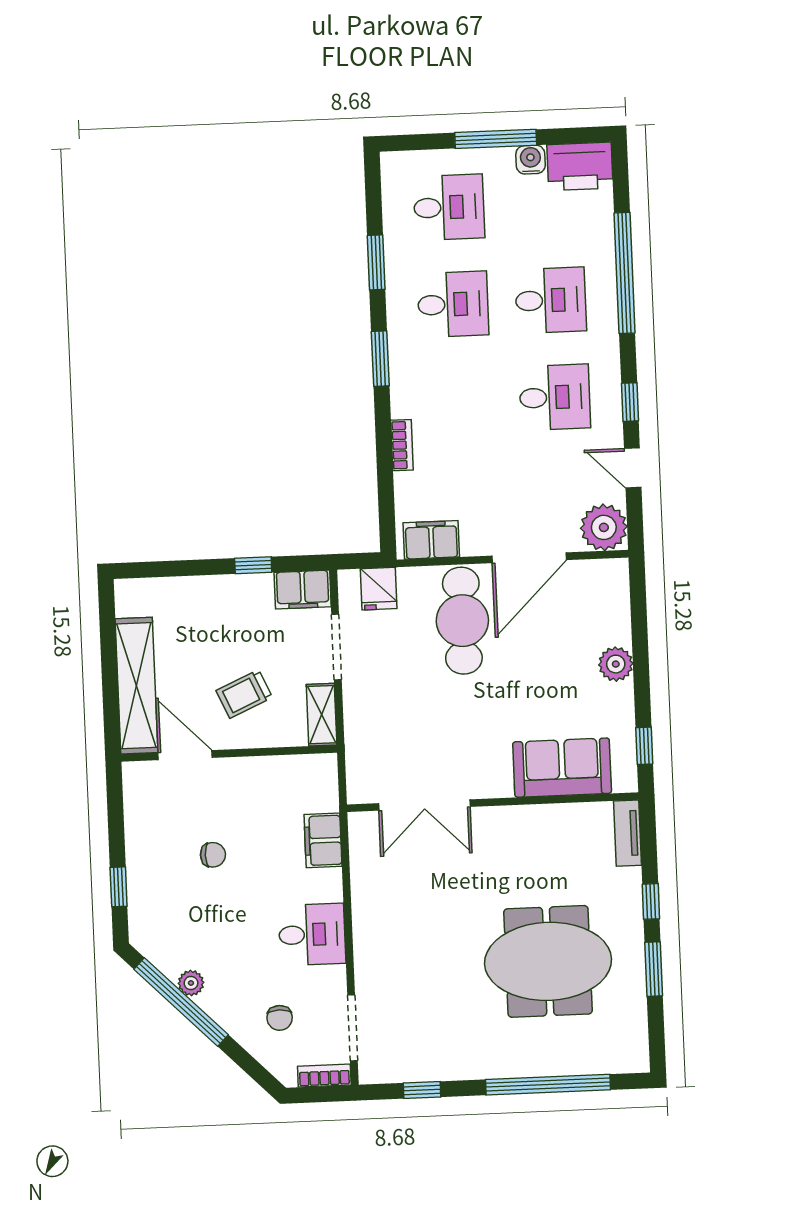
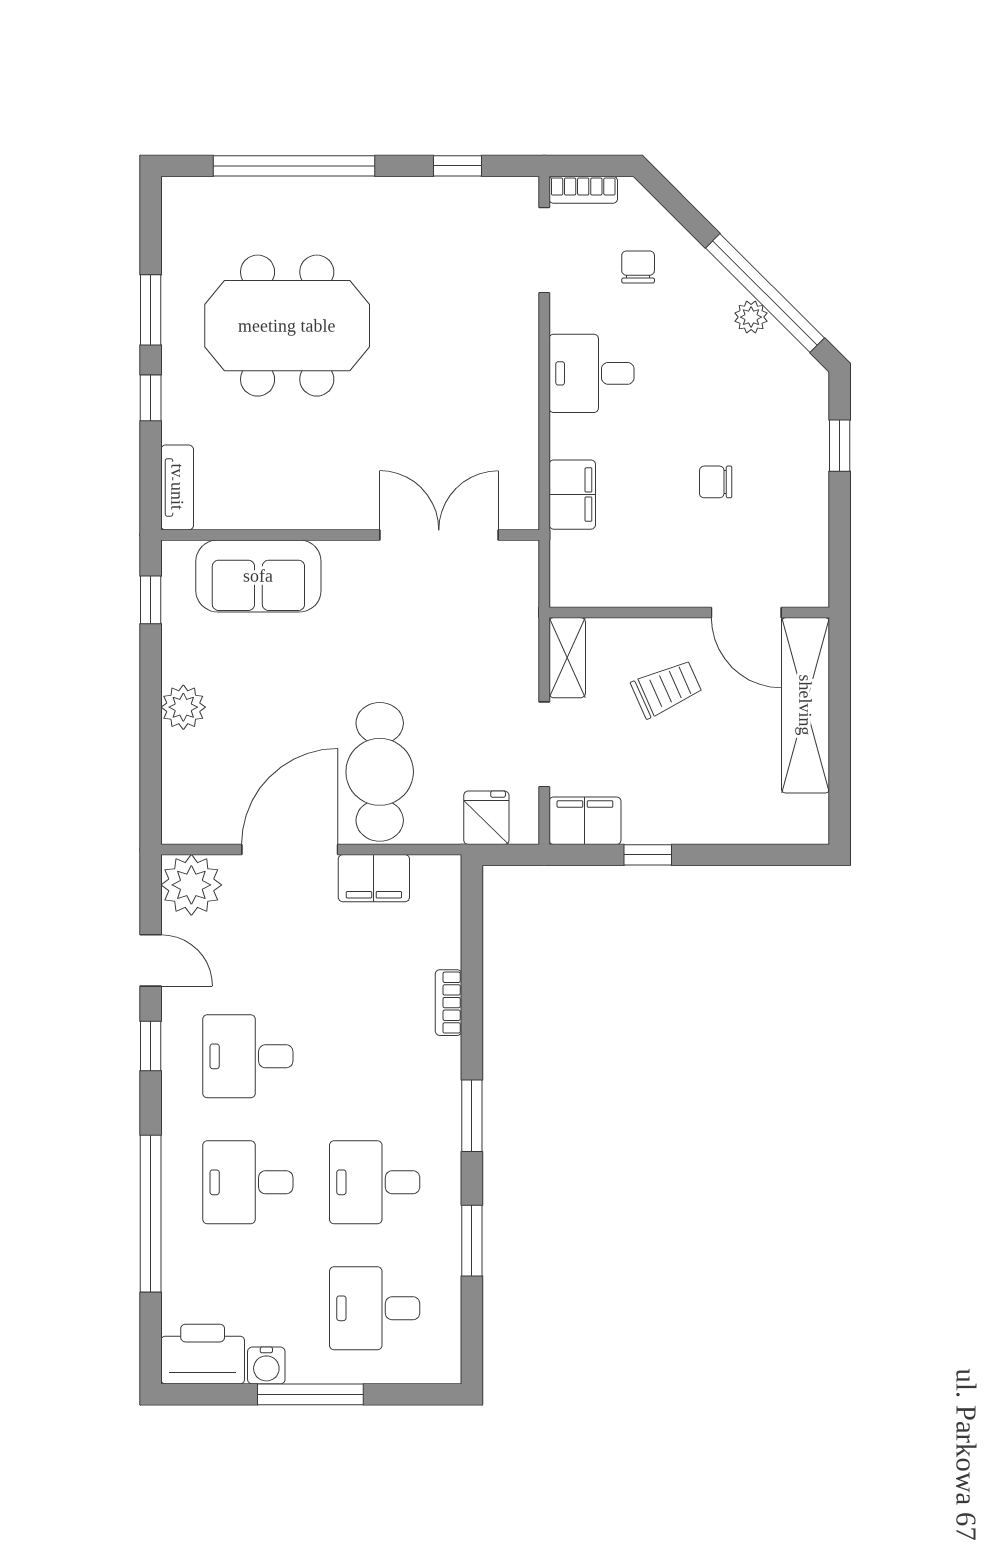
filing cabinet: (431, 540) -> (374, 878), moved

